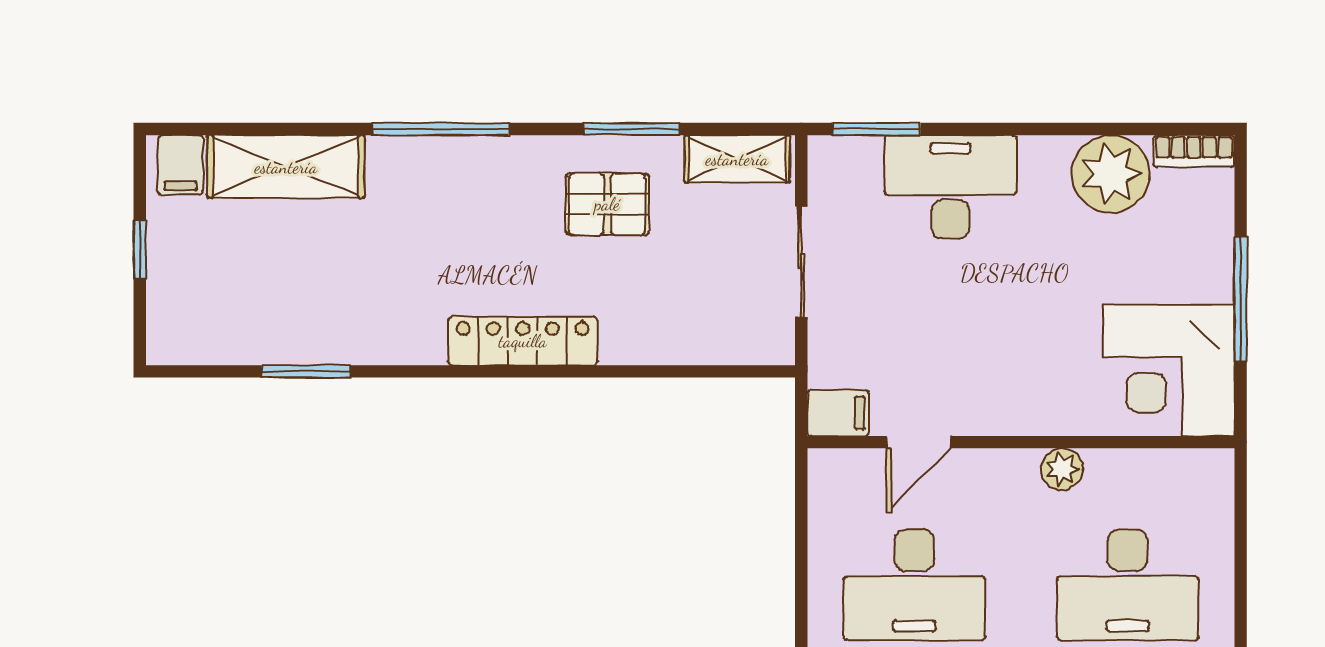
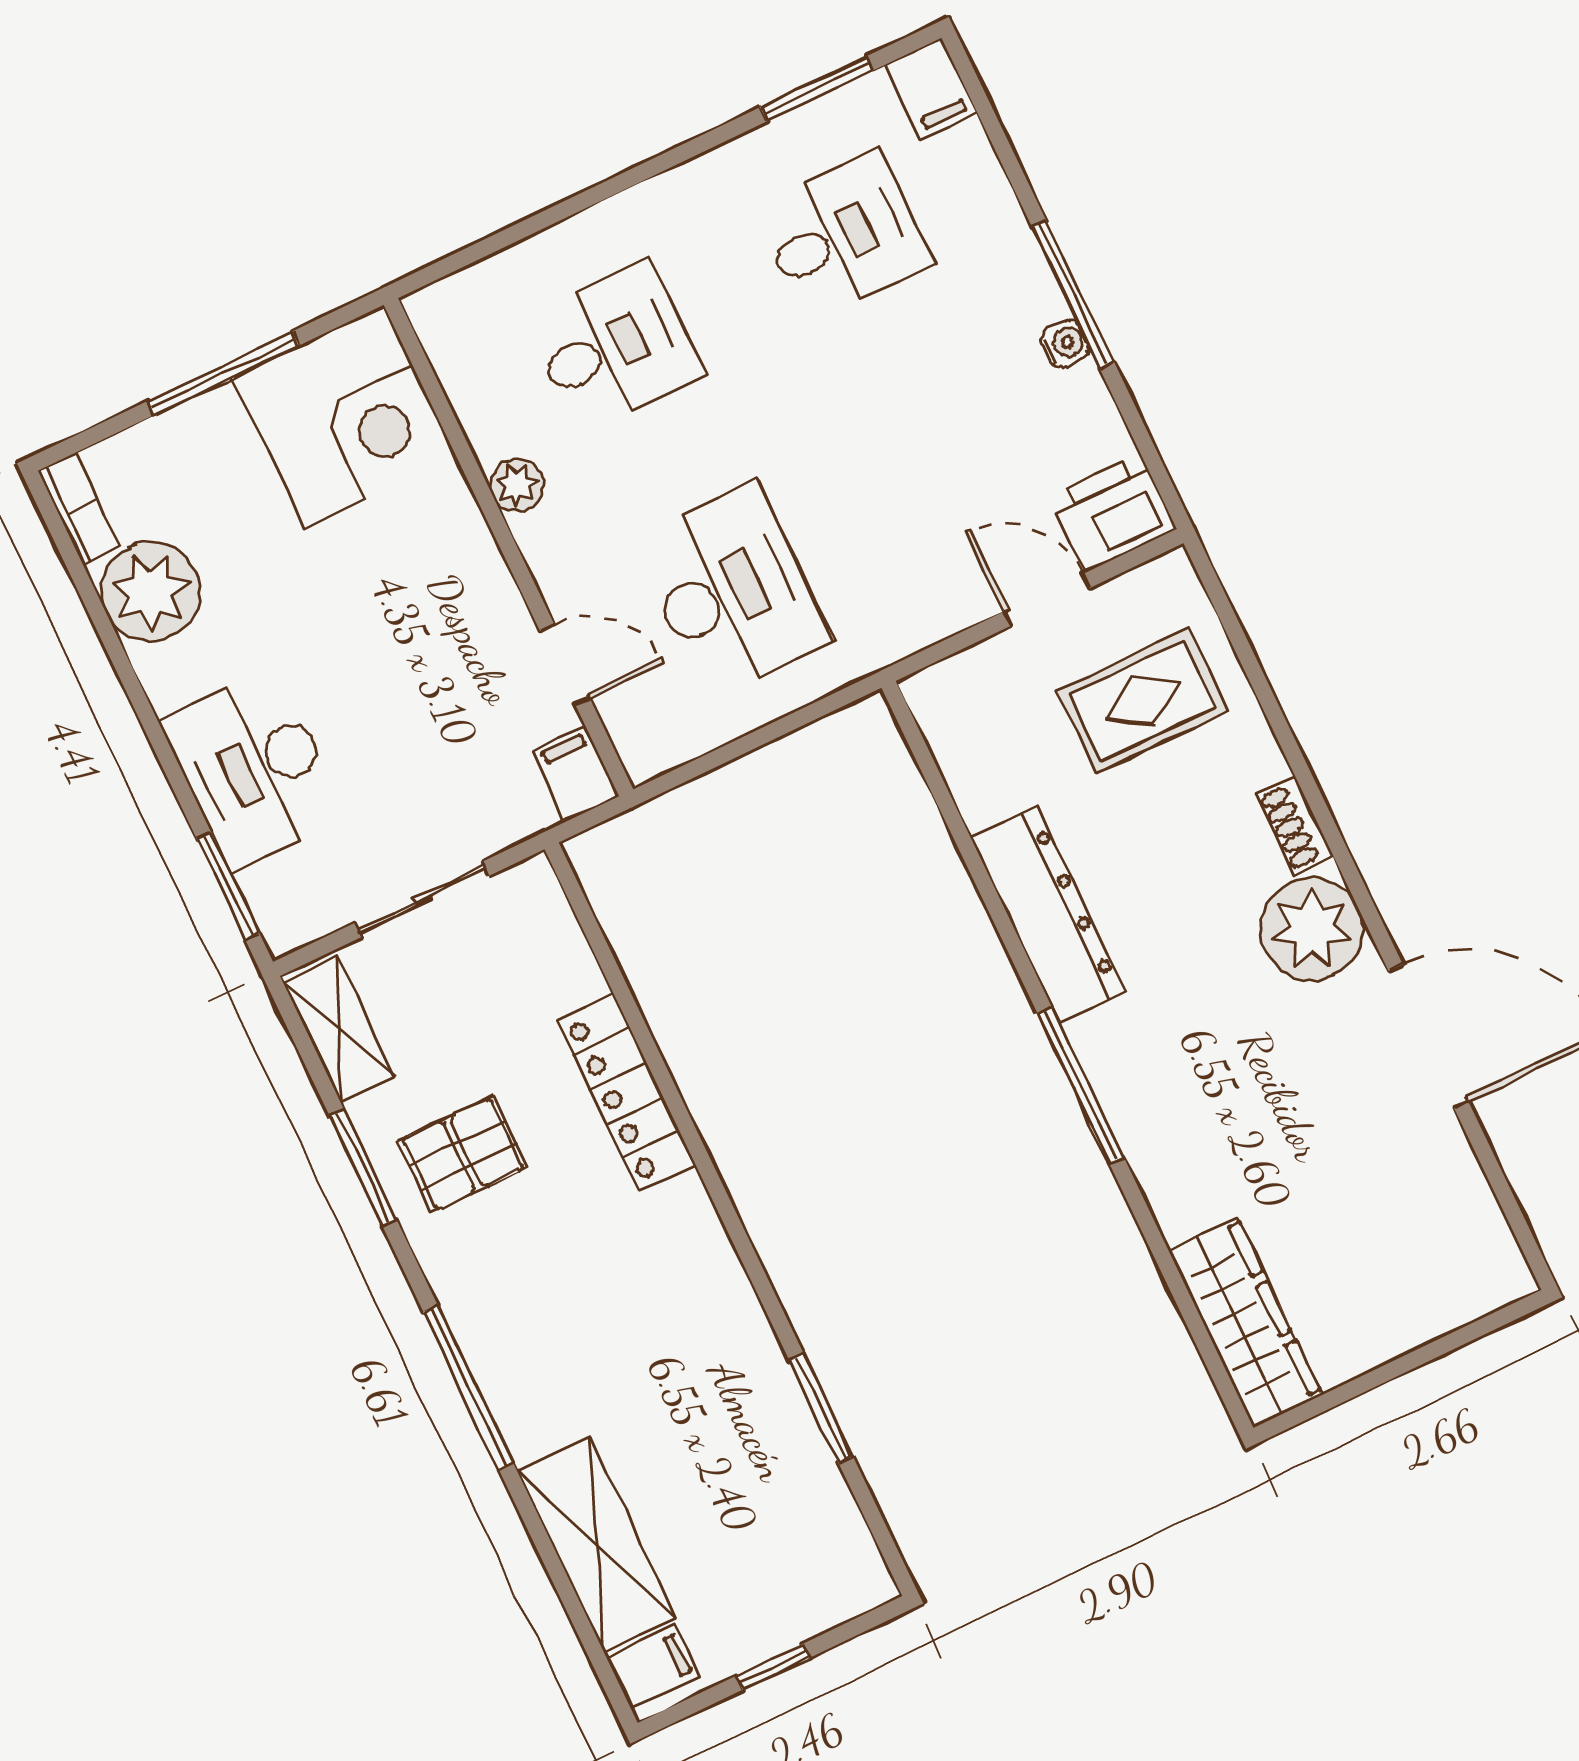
pallet: (607, 204) -> (463, 1154), turned 90
locker: (523, 341) -> (627, 1093), moved
desk: (1128, 585) -> (614, 346), width x0.73

